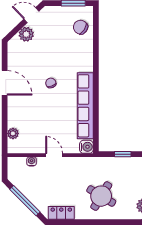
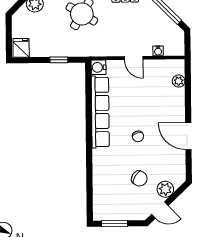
chair: (81, 27) -> (139, 179), moved

